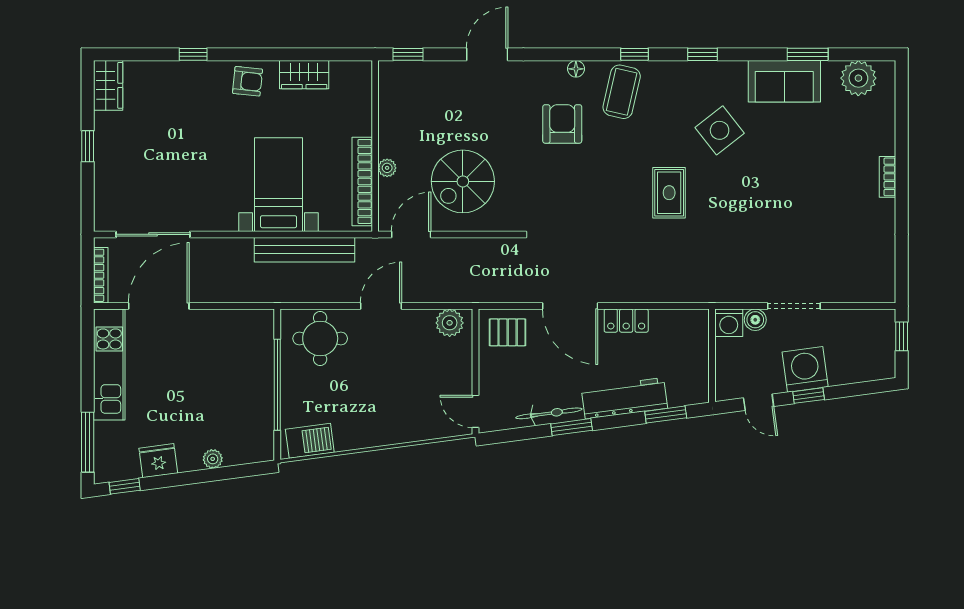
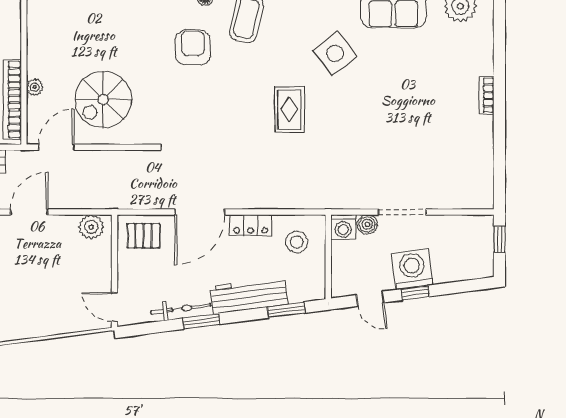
door: (570, 306) -> (200, 212), hinge flipped
stool: (677, 339) -> (297, 242), added

